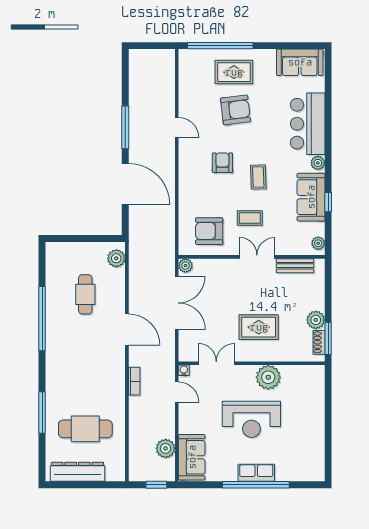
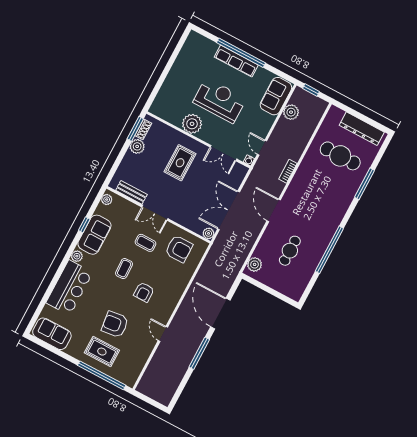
rug: (259, 327) -> (180, 163), turned 90
row of seats: (256, 473) -> (236, 61), width x1.48

